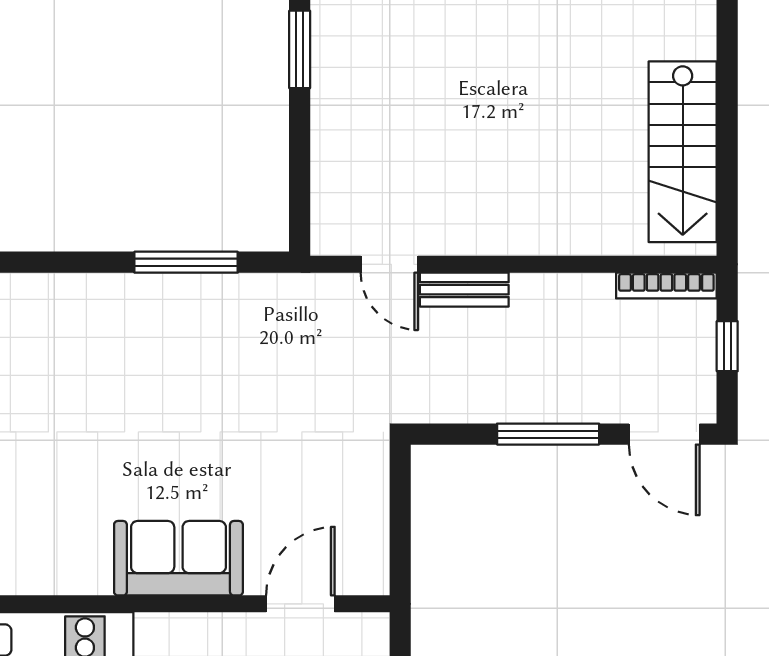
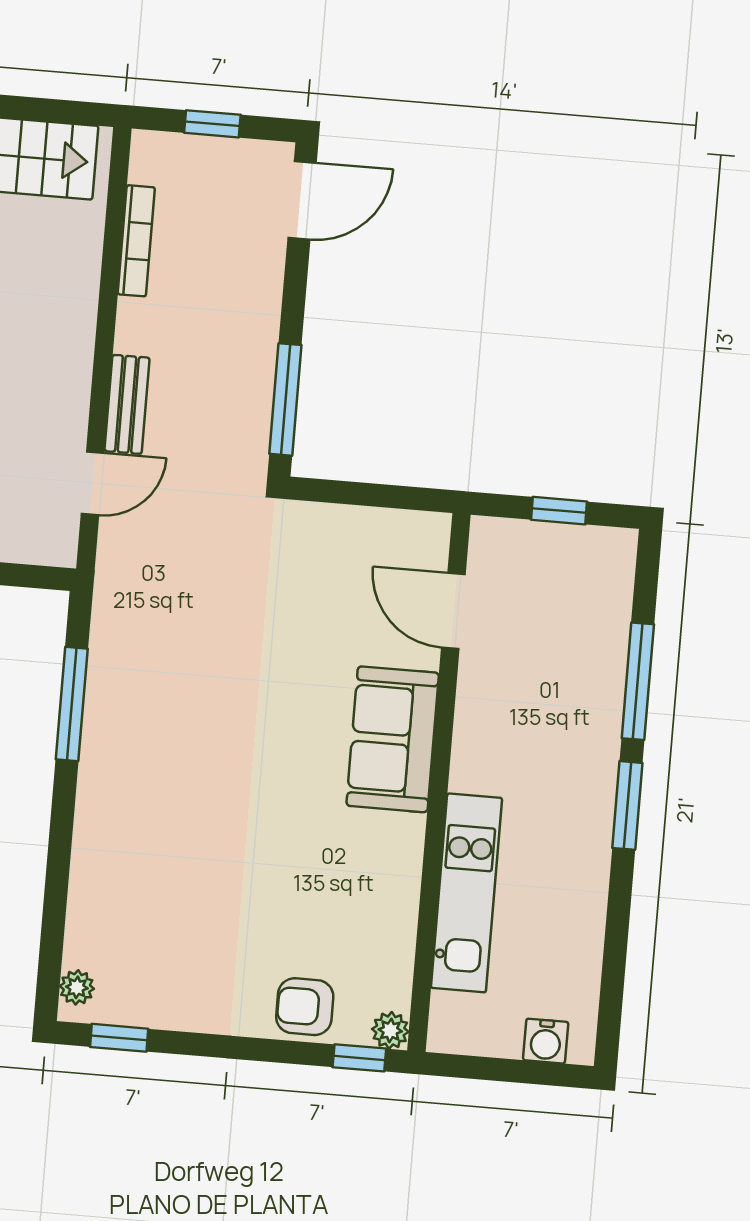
bookcase: (666, 286) -> (136, 241), moved
window: (548, 434) -> (285, 399), moved

